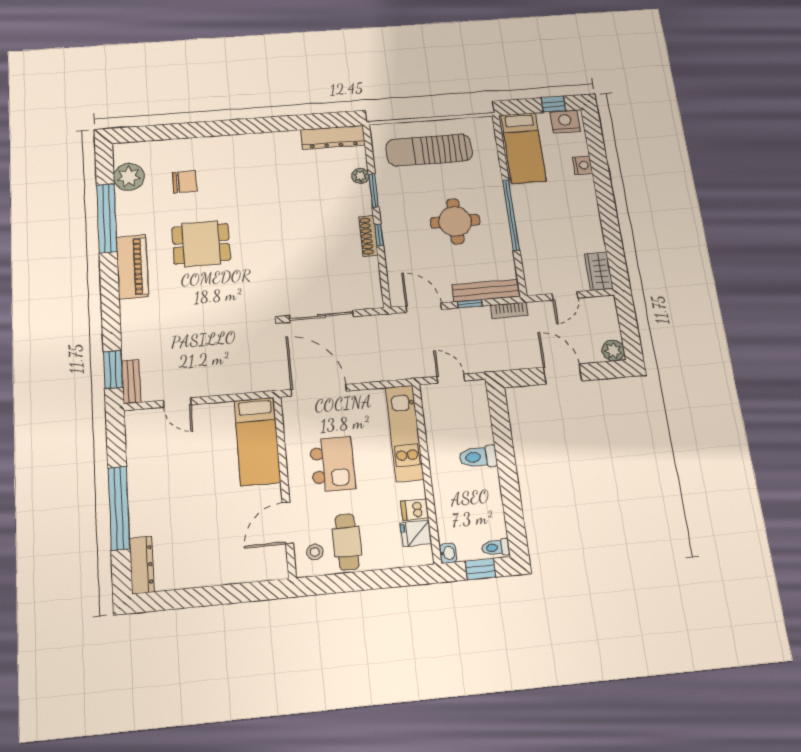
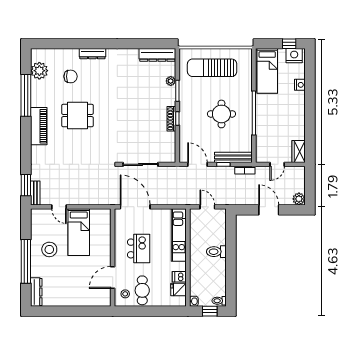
dresser: (220, 143) -> (92, 54), added
bed: (257, 441) -> (79, 232), moved
stool: (163, 482) -> (49, 249), added

